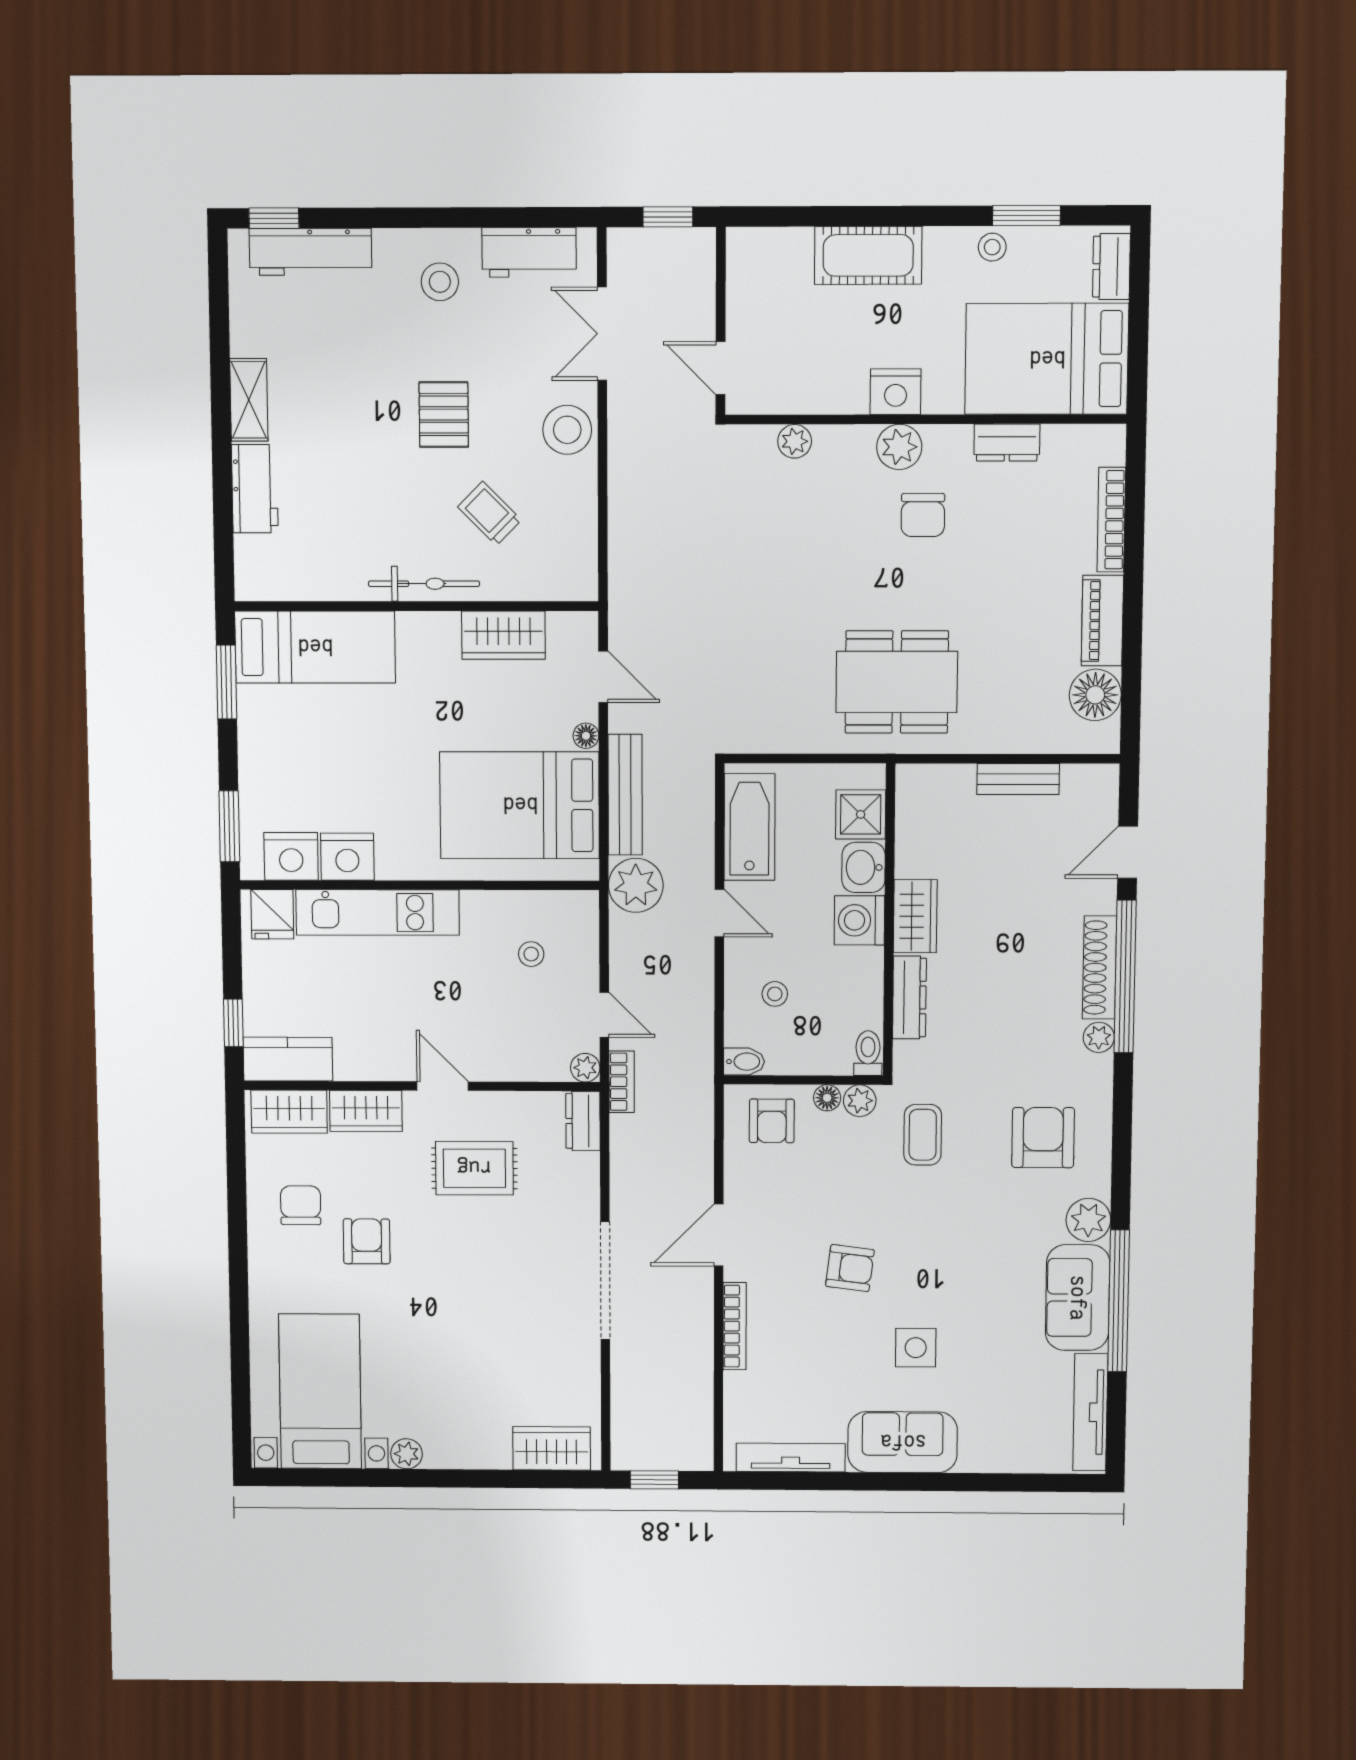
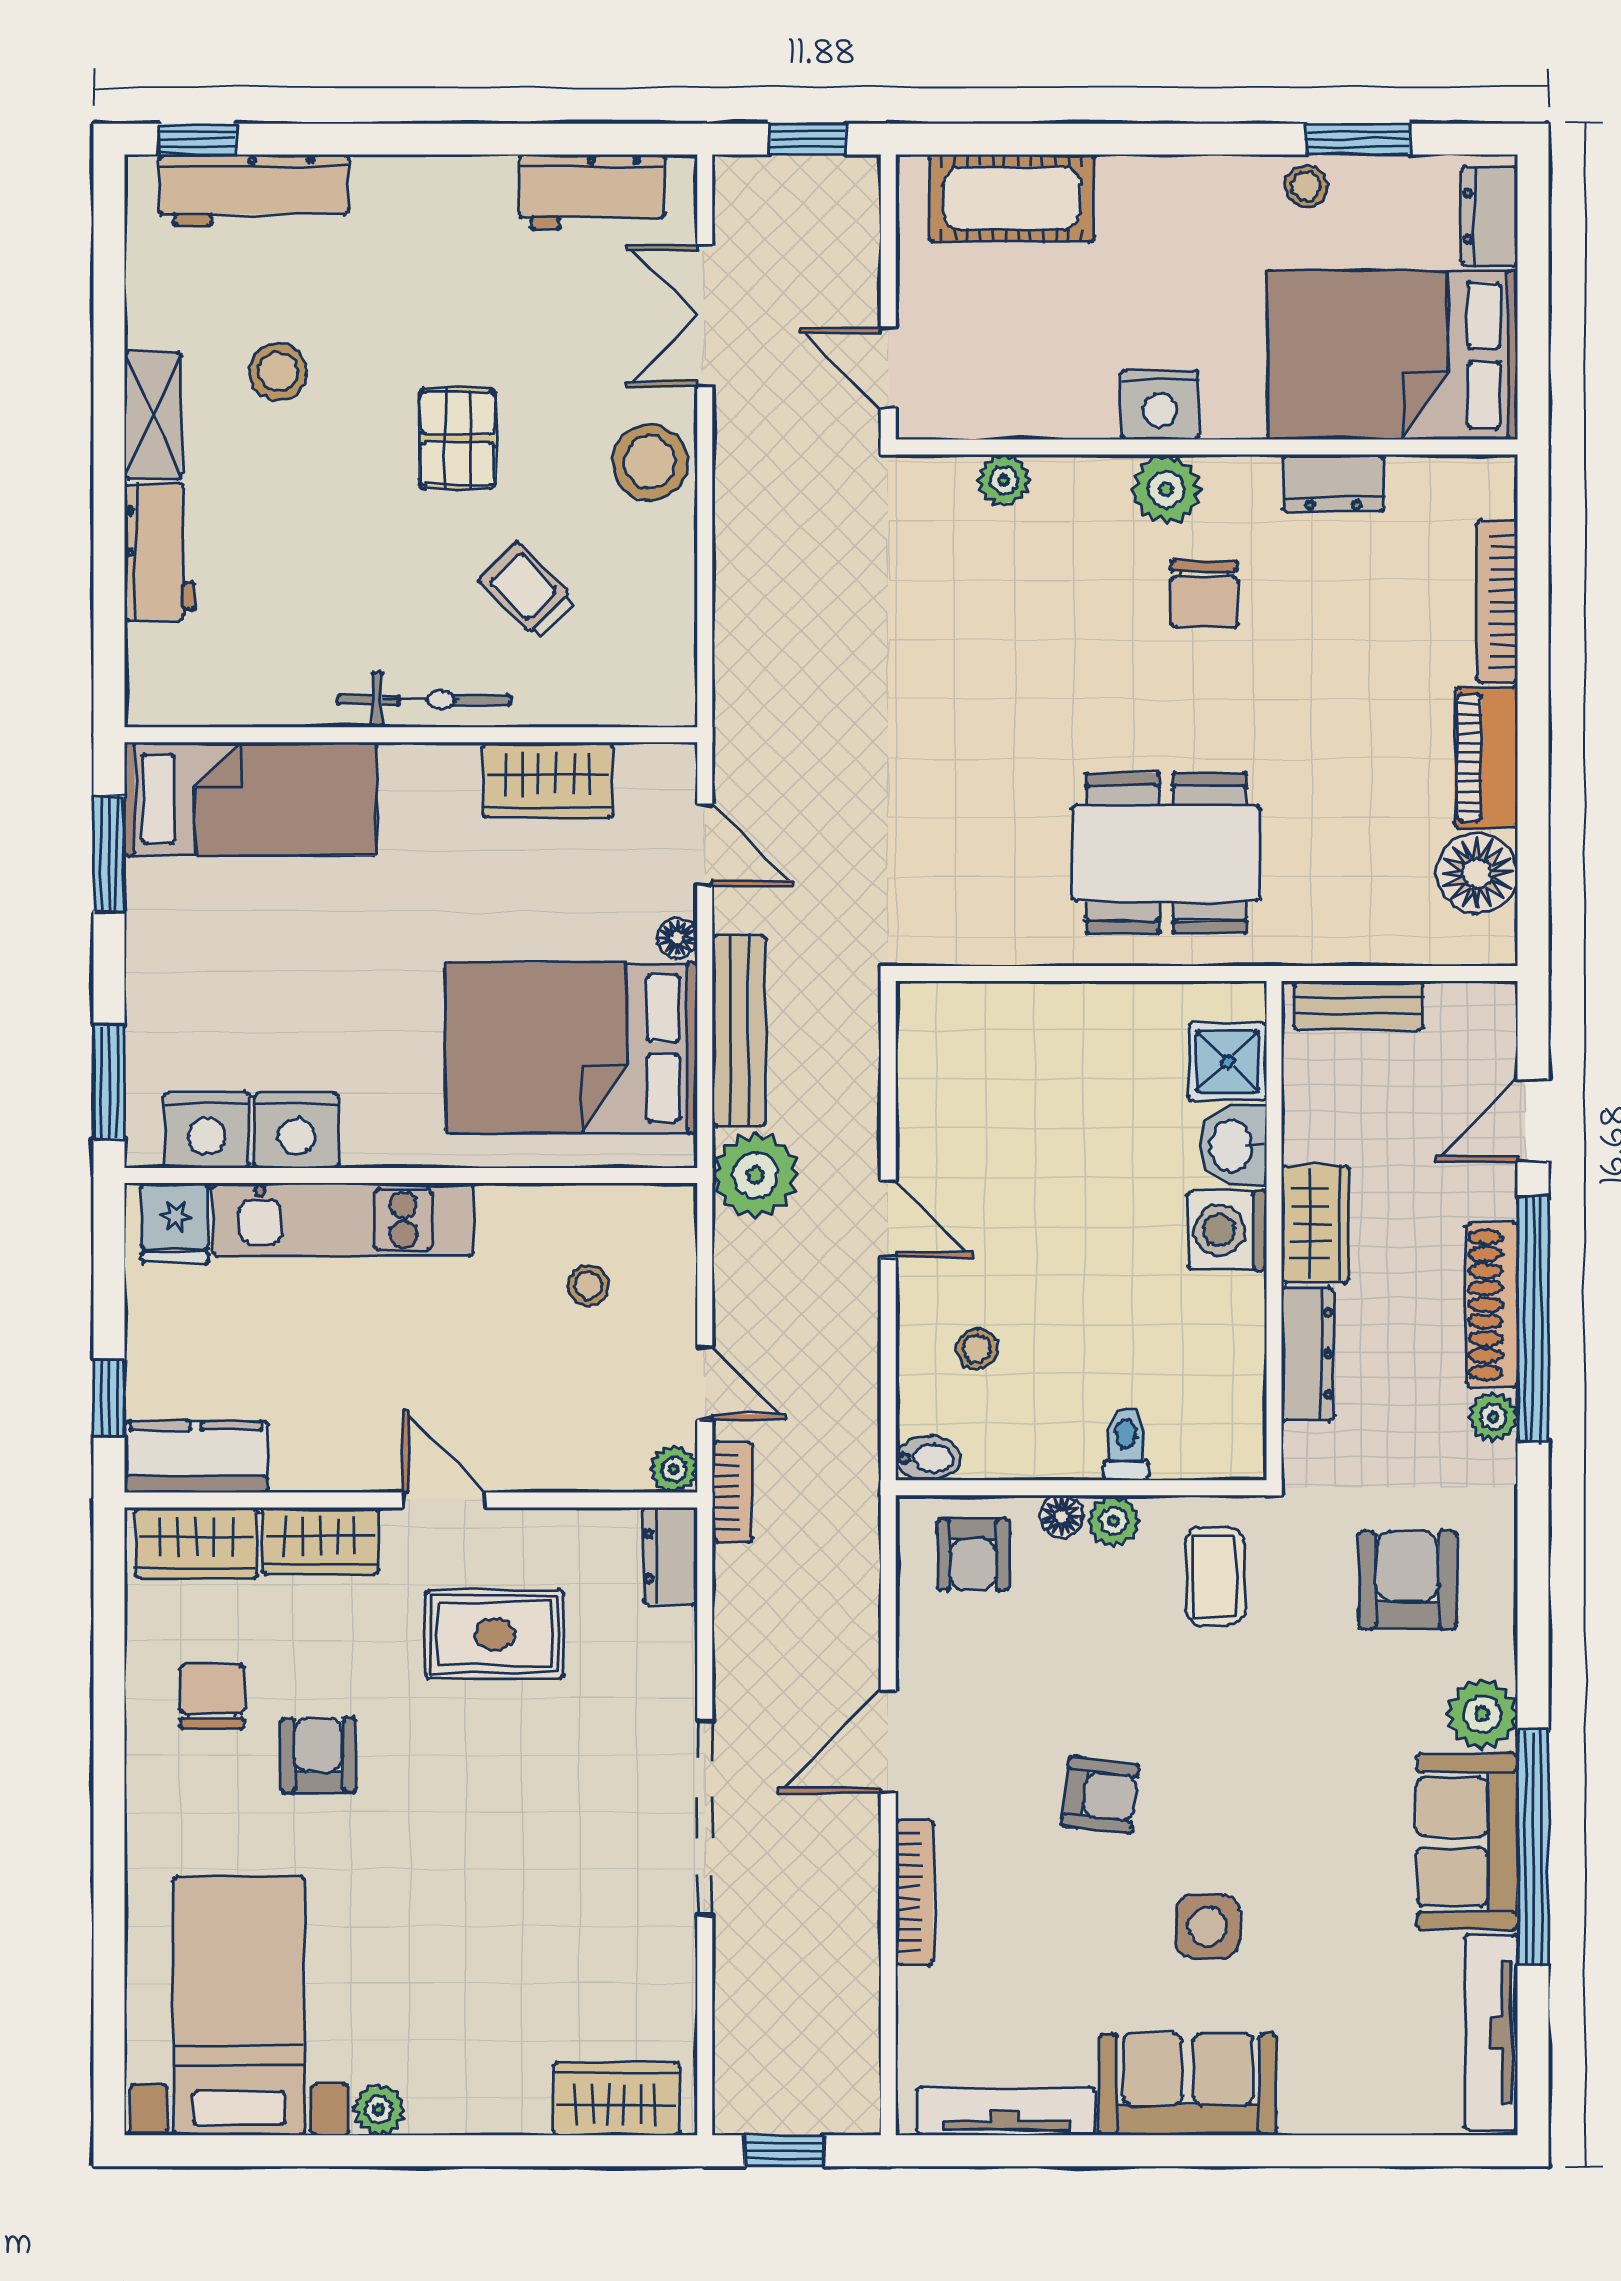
cot: (868, 255) -> (1012, 198), moved
stool: (440, 282) -> (278, 372), moved
shower: (861, 814) -> (1228, 1062), moved
bathtub: (749, 827) -> (936, 1082), removed
washbasin: (863, 867) -> (1233, 1146), moved
wardrobe: (915, 916) -> (1315, 1223), moved
washing machine: (859, 920) -> (1227, 1230), moved
wall: (889, 921) -> (1274, 1231), moved
dresser: (909, 997) -> (1308, 1354), moved

